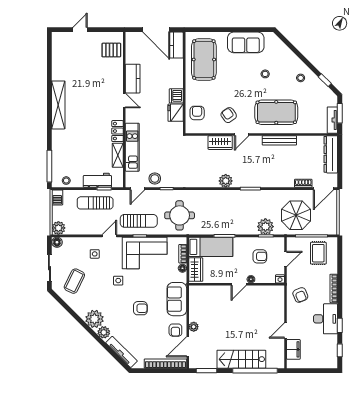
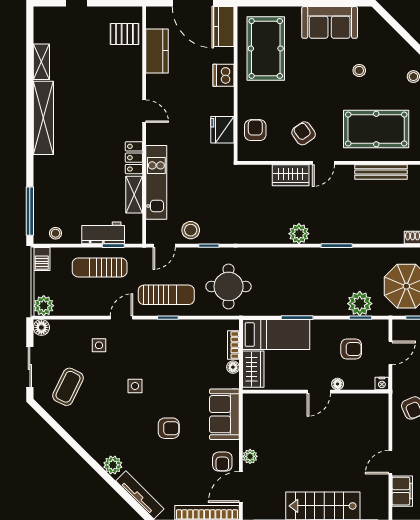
shelving: (57, 68) -> (41, 62), added
kitchen counter: (133, 79) -> (157, 51), moved
dishwasher: (176, 96) -> (224, 75), moved
corner sofa: (145, 253) -> (175, 344), removed
plant: (94, 319) -> (99, 445), removed

